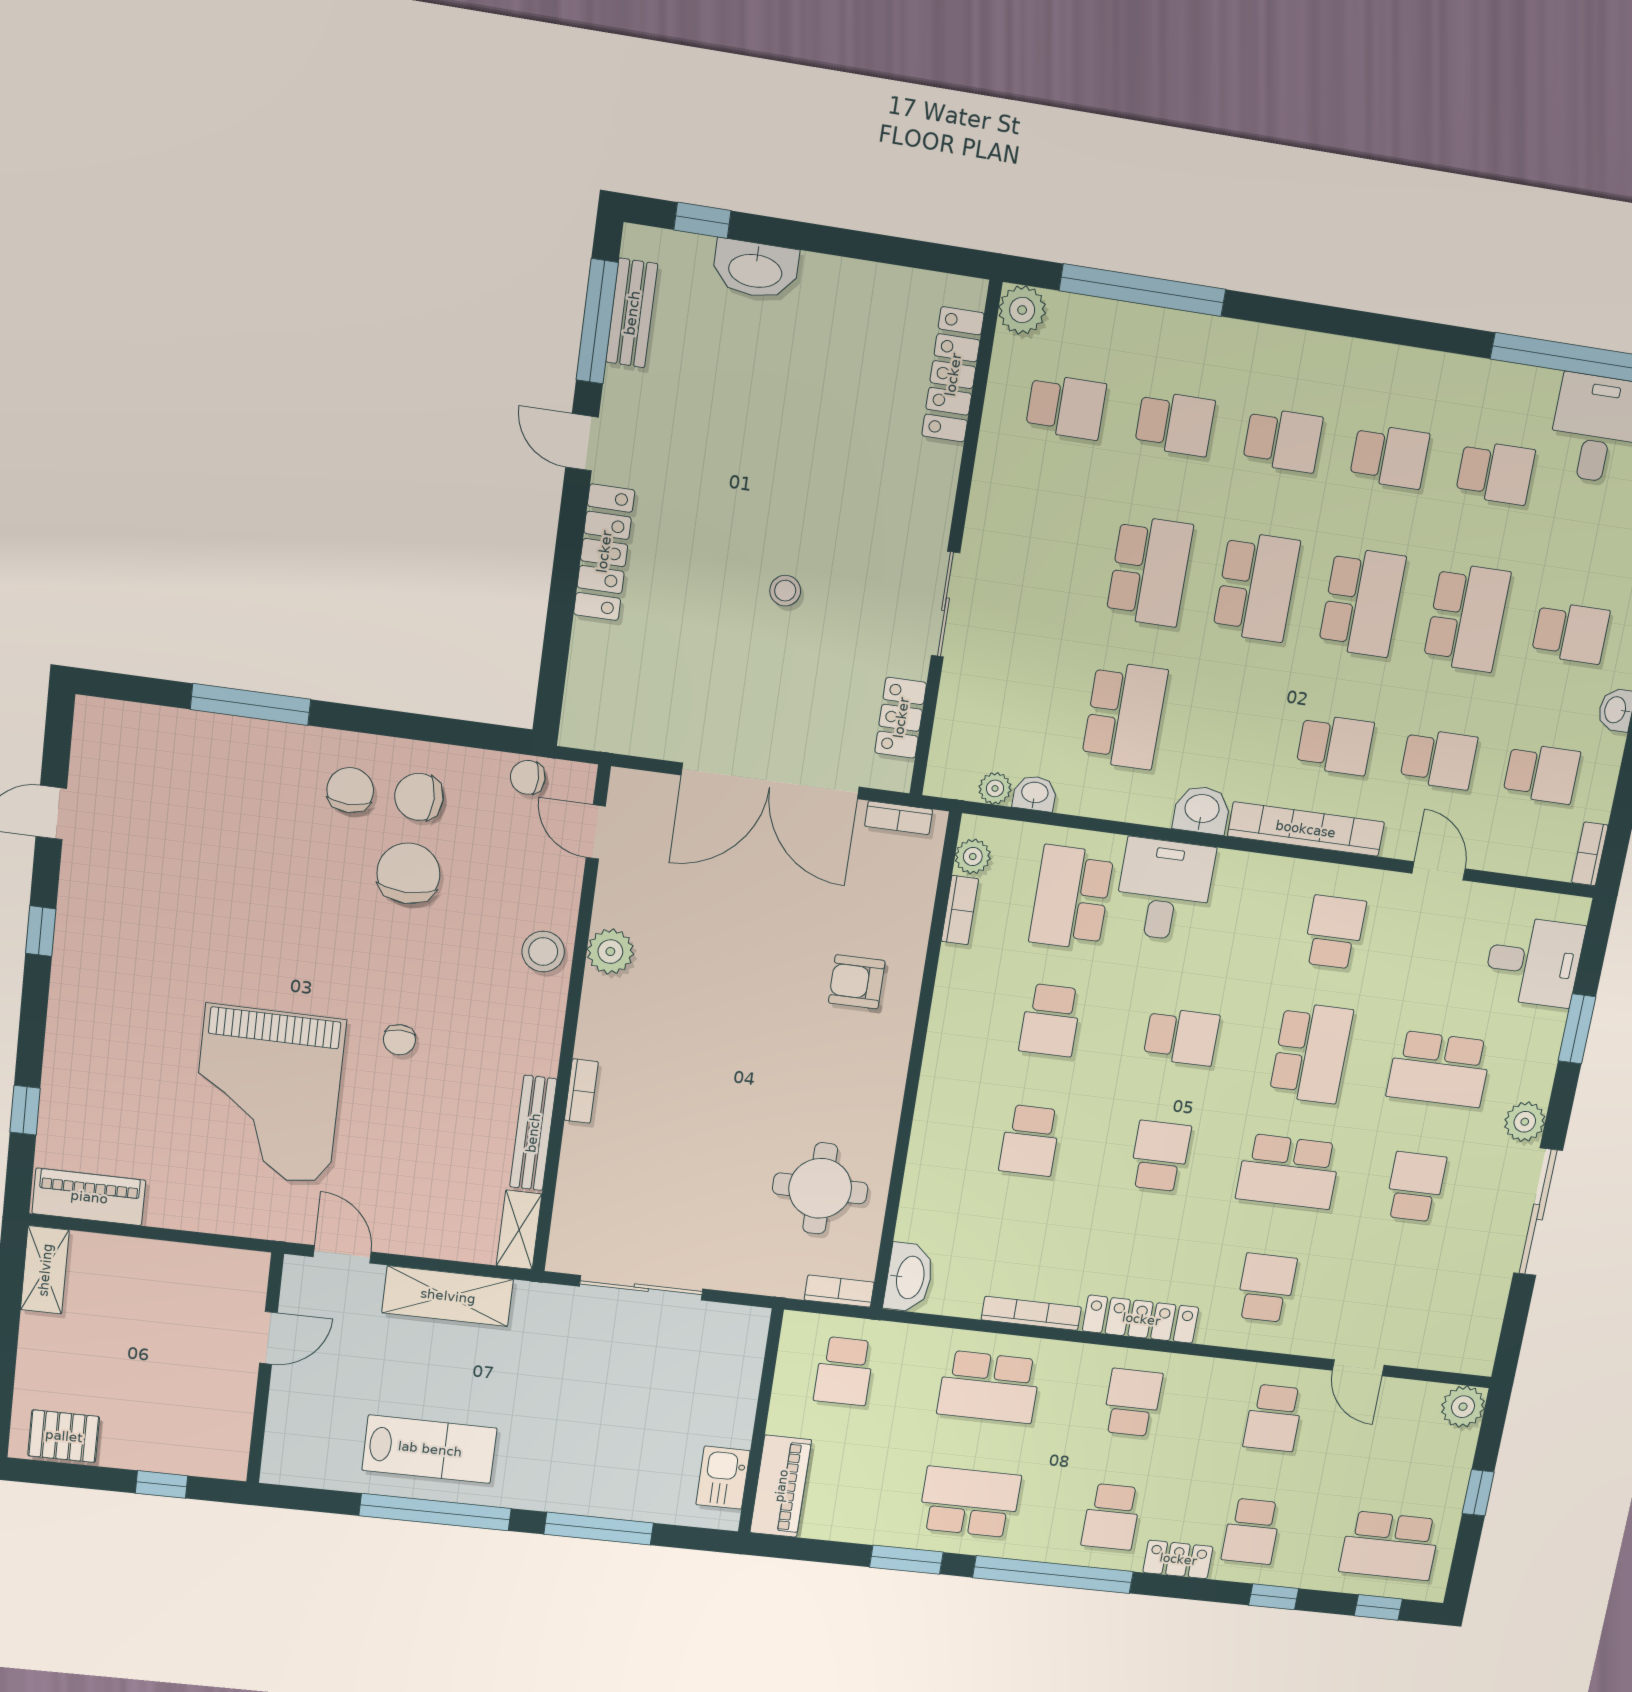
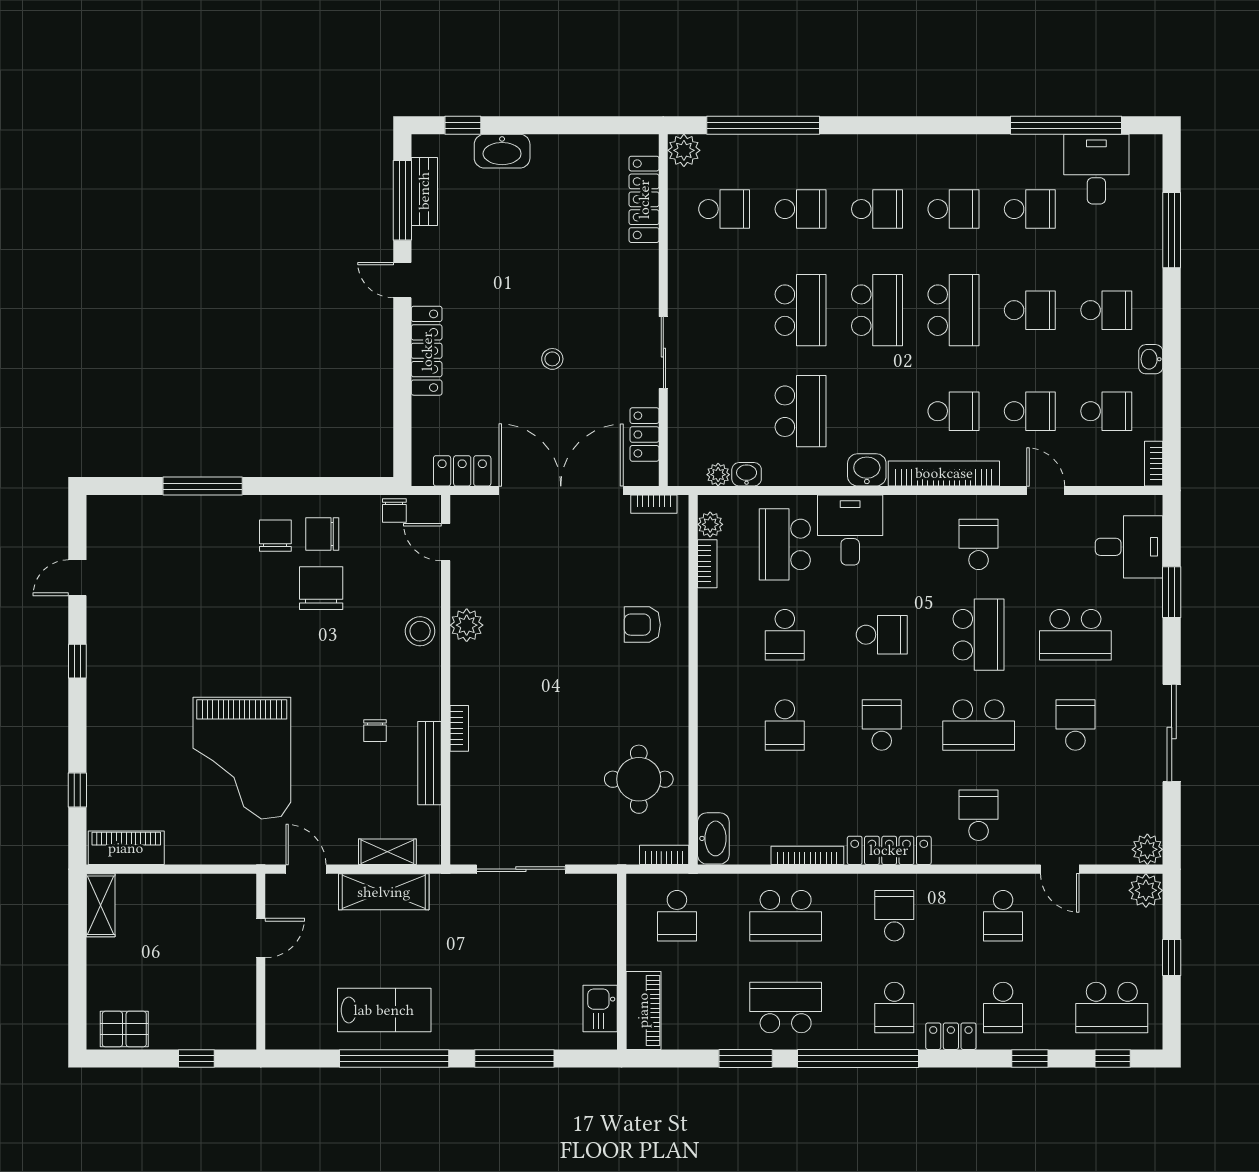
school desk: (1467, 617) -> (1030, 310), width x0.54
locker: (633, 734) -> (462, 471), added
chair: (528, 777) -> (394, 510), turned -90
double door: (770, 781) -> (561, 491), swing flipped
chair: (399, 1040) -> (375, 731), moved
plant: (1525, 1122) -> (1147, 849), moved
shelving: (519, 1230) -> (387, 852), moved, turned 90

